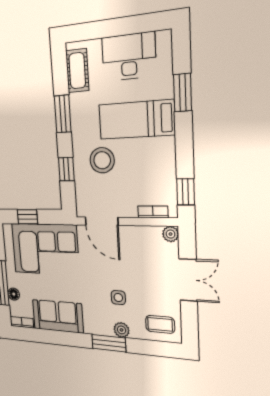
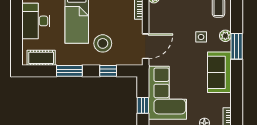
sofa: (58, 316) -> (219, 72), moved

